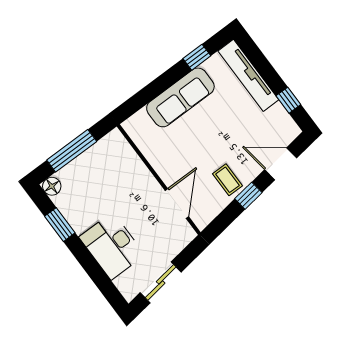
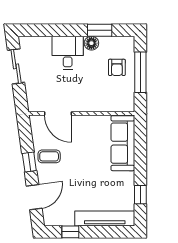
sofa: (180, 97) -> (123, 143), moved
armchair: (85, 178) -> (117, 67), added
floor lamp: (52, 186) -> (91, 43), moved
desk: (112, 246) -> (68, 53), width x0.73

